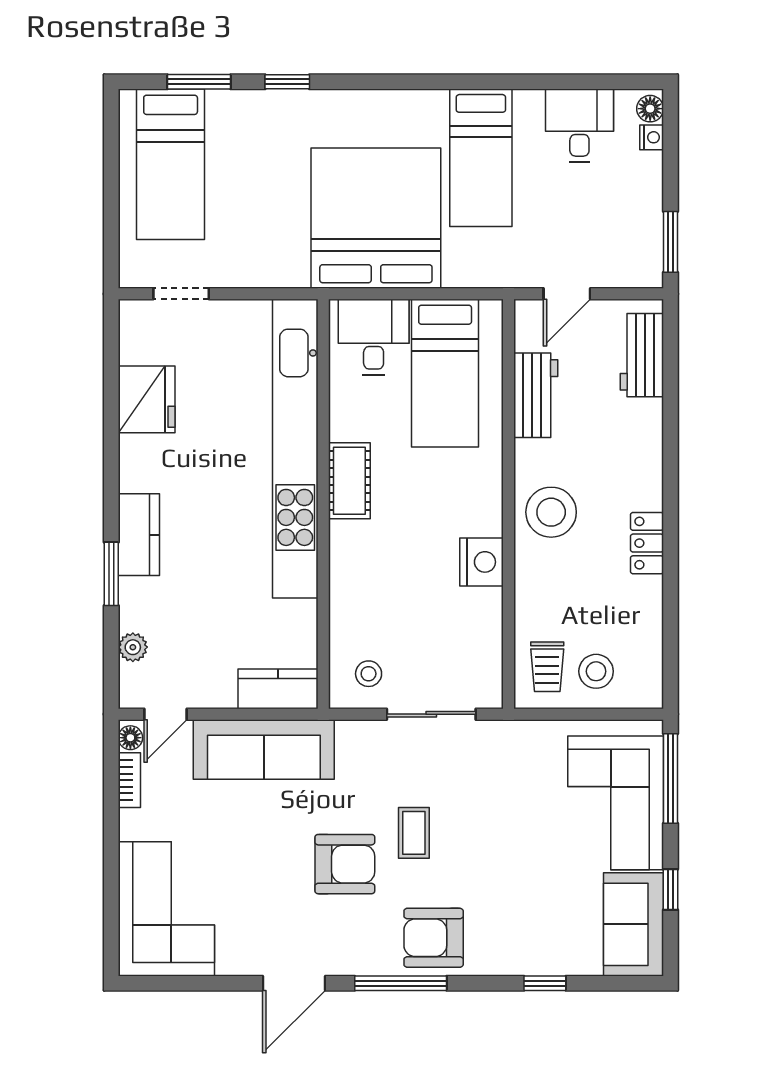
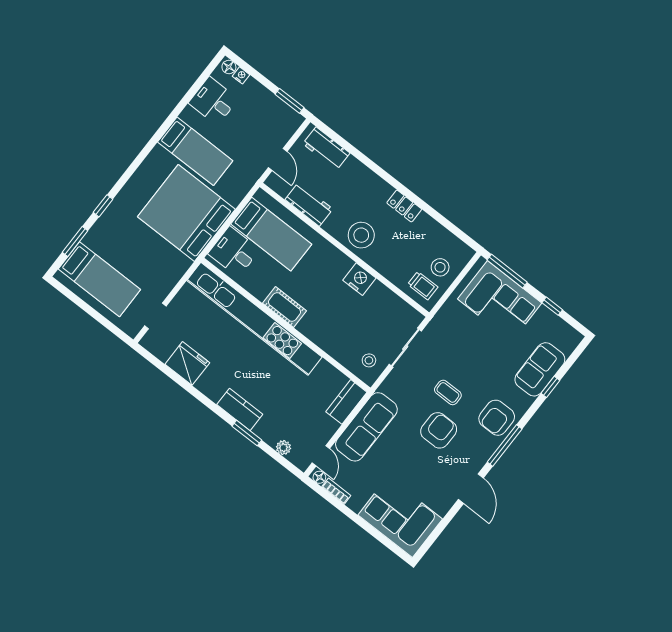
sofa: (634, 924) -> (540, 369), moved, turned 90

